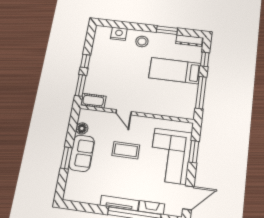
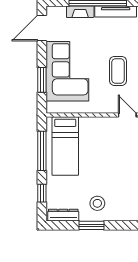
stool: (142, 41) -> (97, 203), moved
bed: (175, 71) -> (65, 146), moved, turned 90
coffee table: (126, 150) -> (118, 71), turned 90

